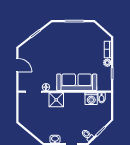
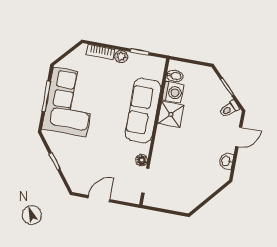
corner sofa: (73, 36) -> (70, 102), added
shower: (56, 100) -> (171, 115), moved

